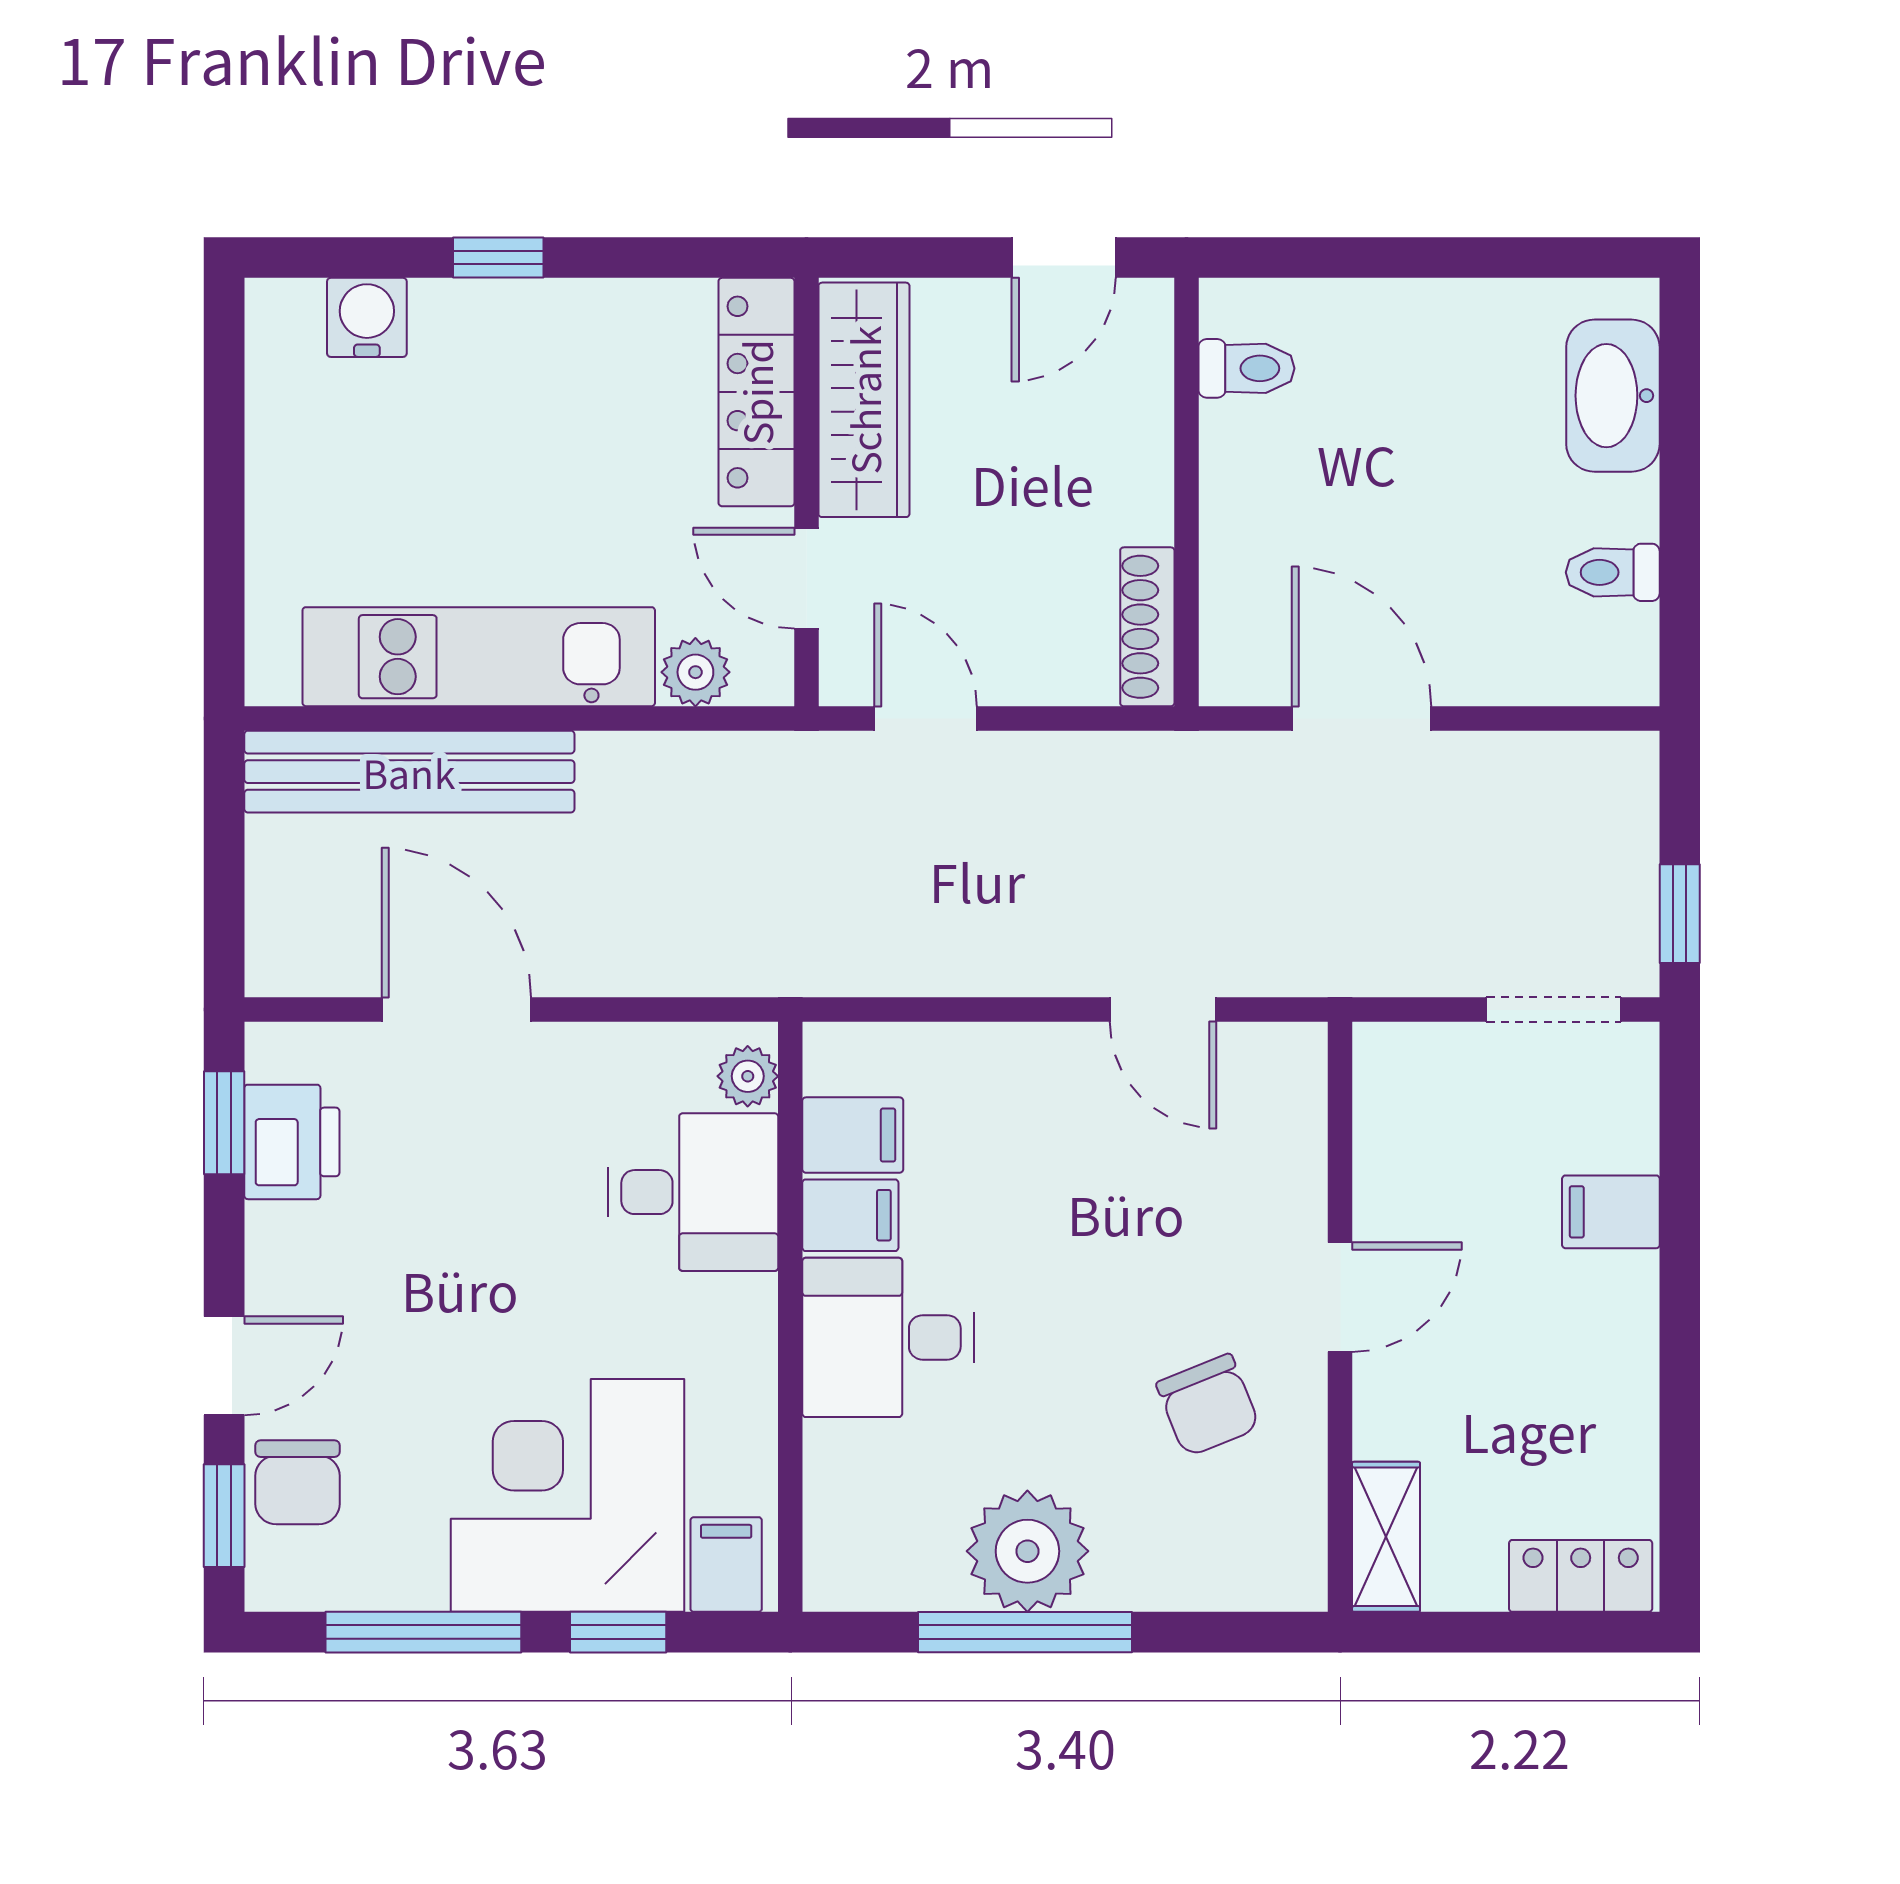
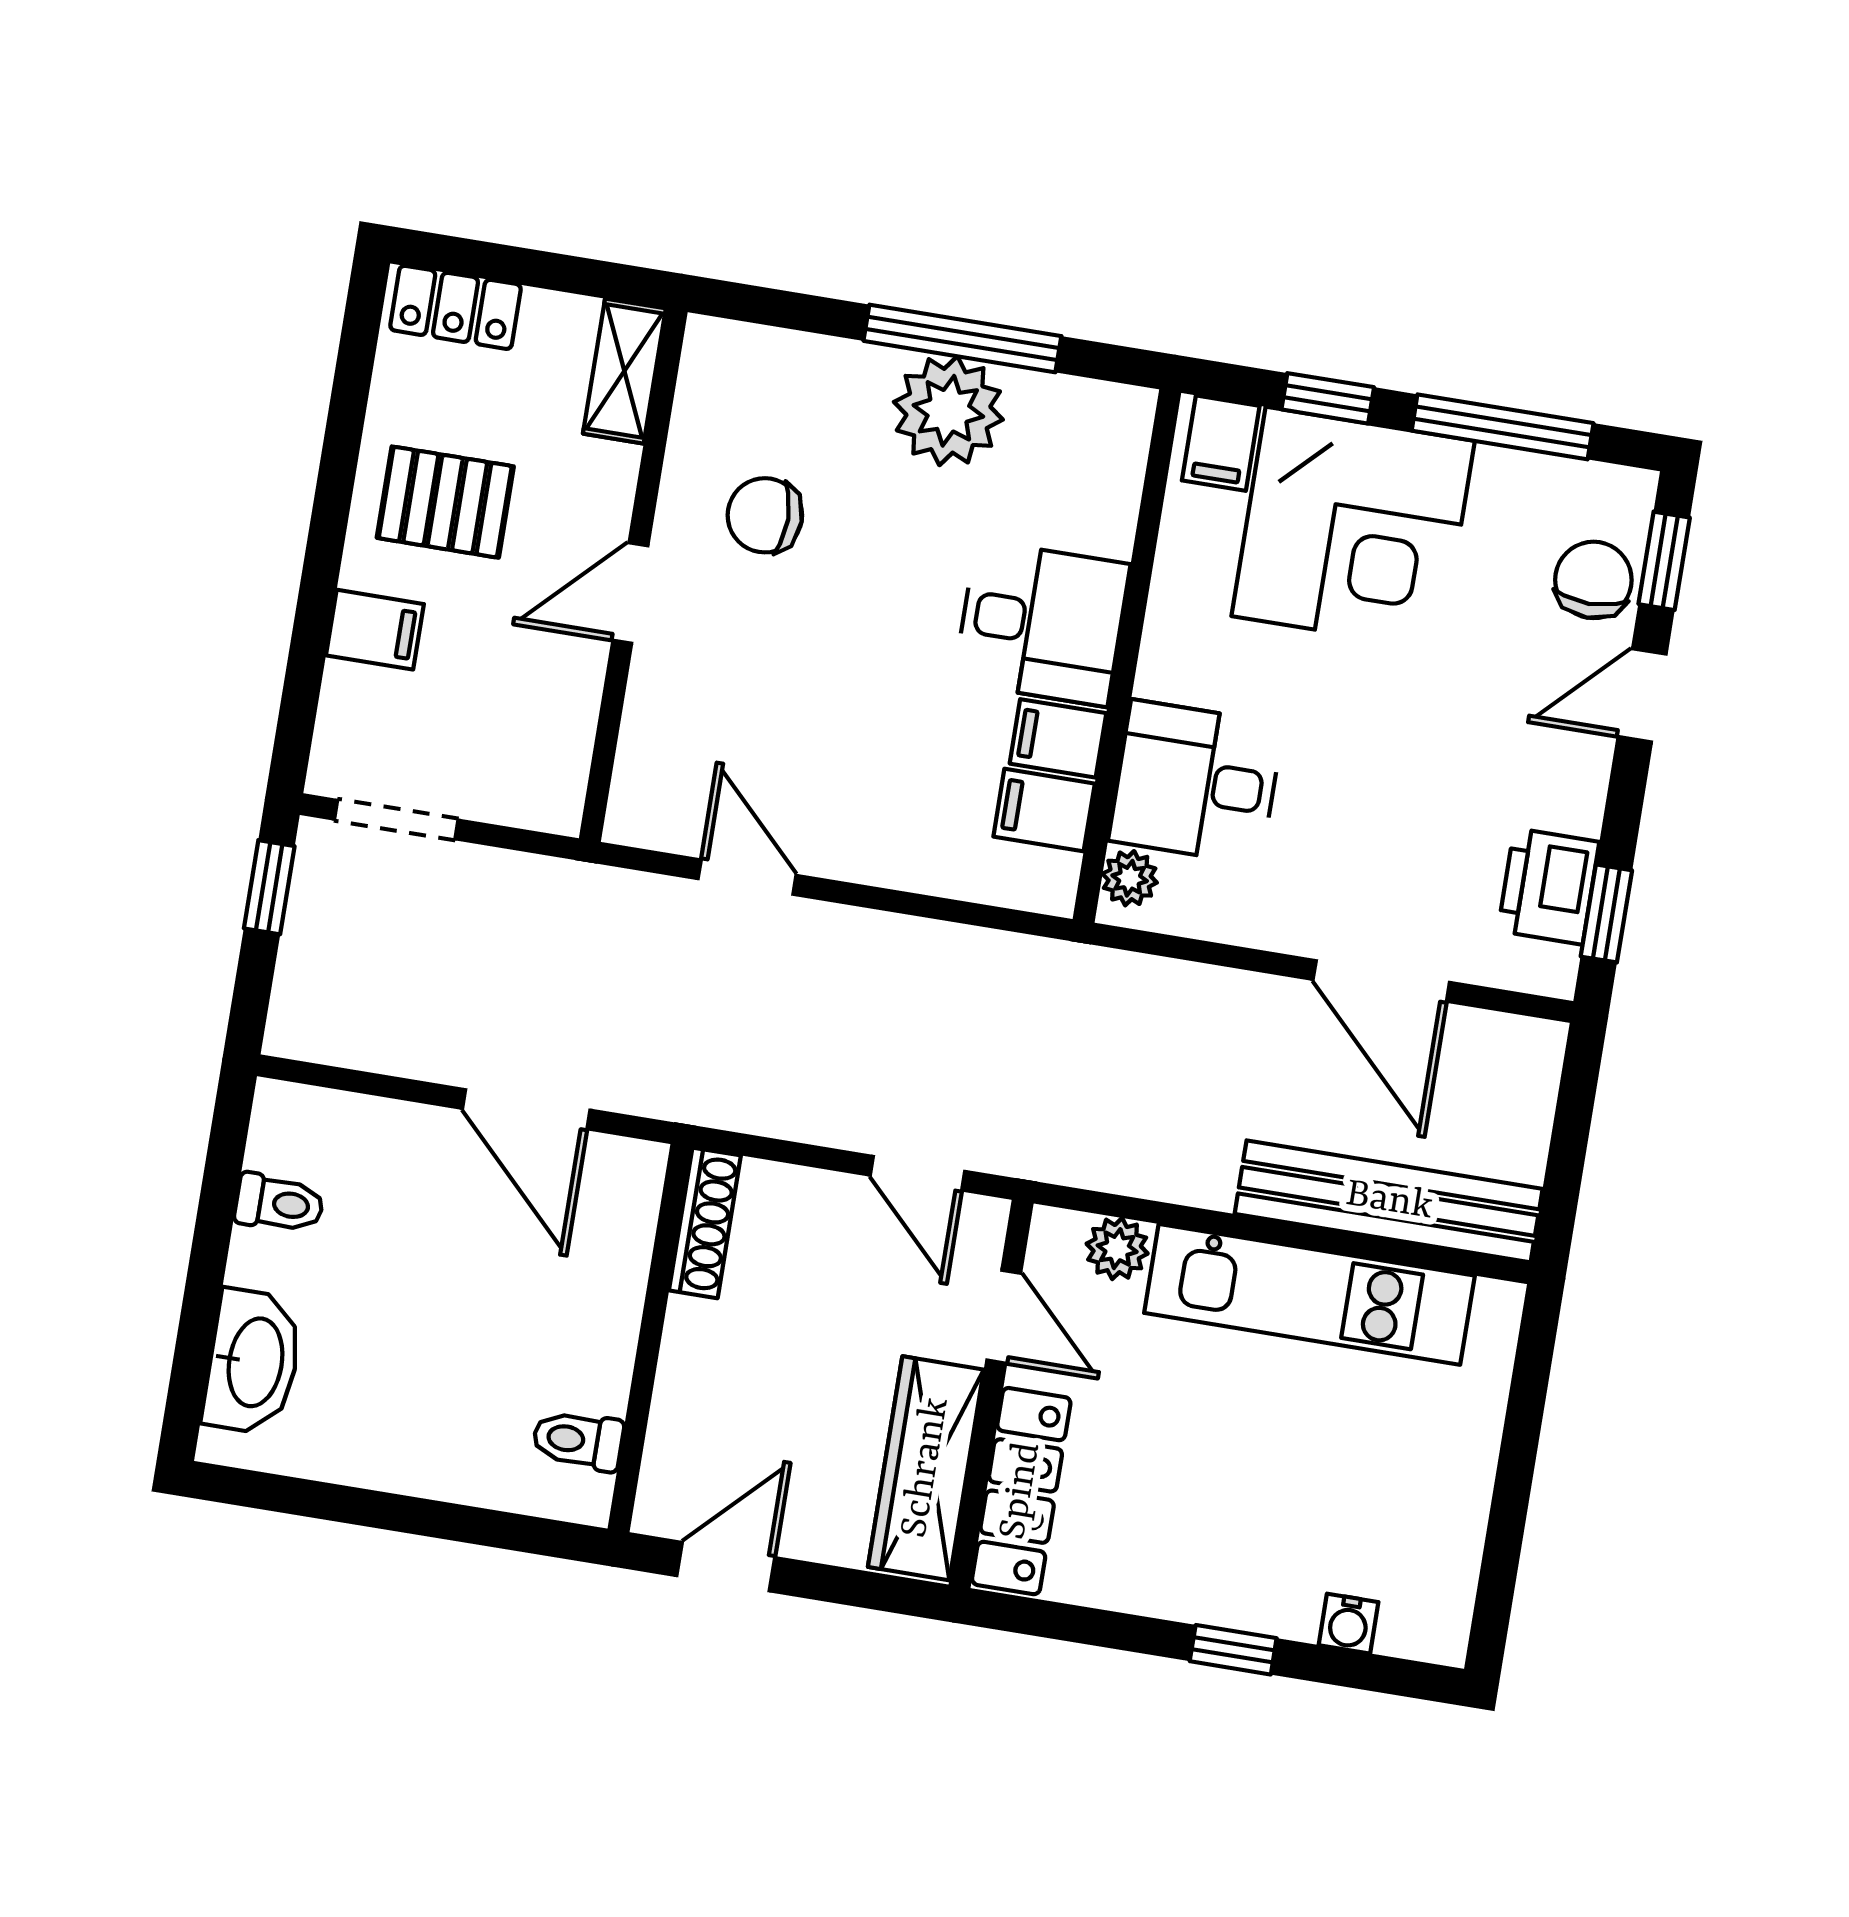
water cooler: (367, 317) -> (1348, 1624), width x0.72, depth x0.72
pallet: (1557, 1363) -> (445, 502), added
chair: (1208, 1405) -> (765, 515), turned -68

